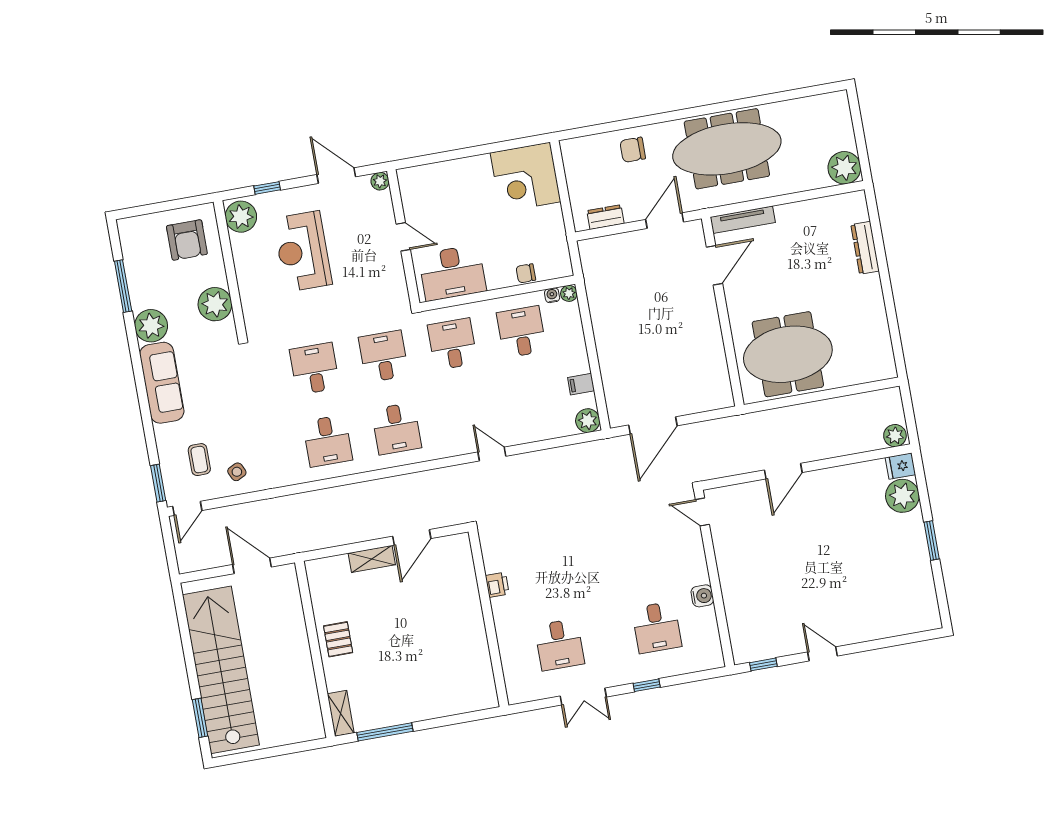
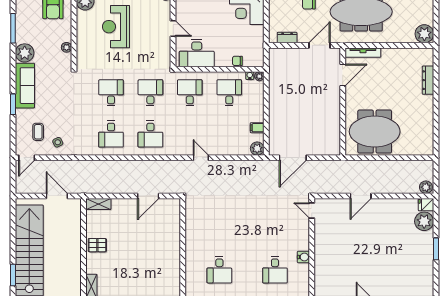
plant: (215, 304) -> (67, 47), width x0.53, depth x0.53
window: (158, 483) -> (13, 104), moved
shelving: (372, 559) -> (98, 204), moved
printer: (497, 585) -> (191, 231), removed
pallet: (338, 639) -> (97, 245), turned 90

